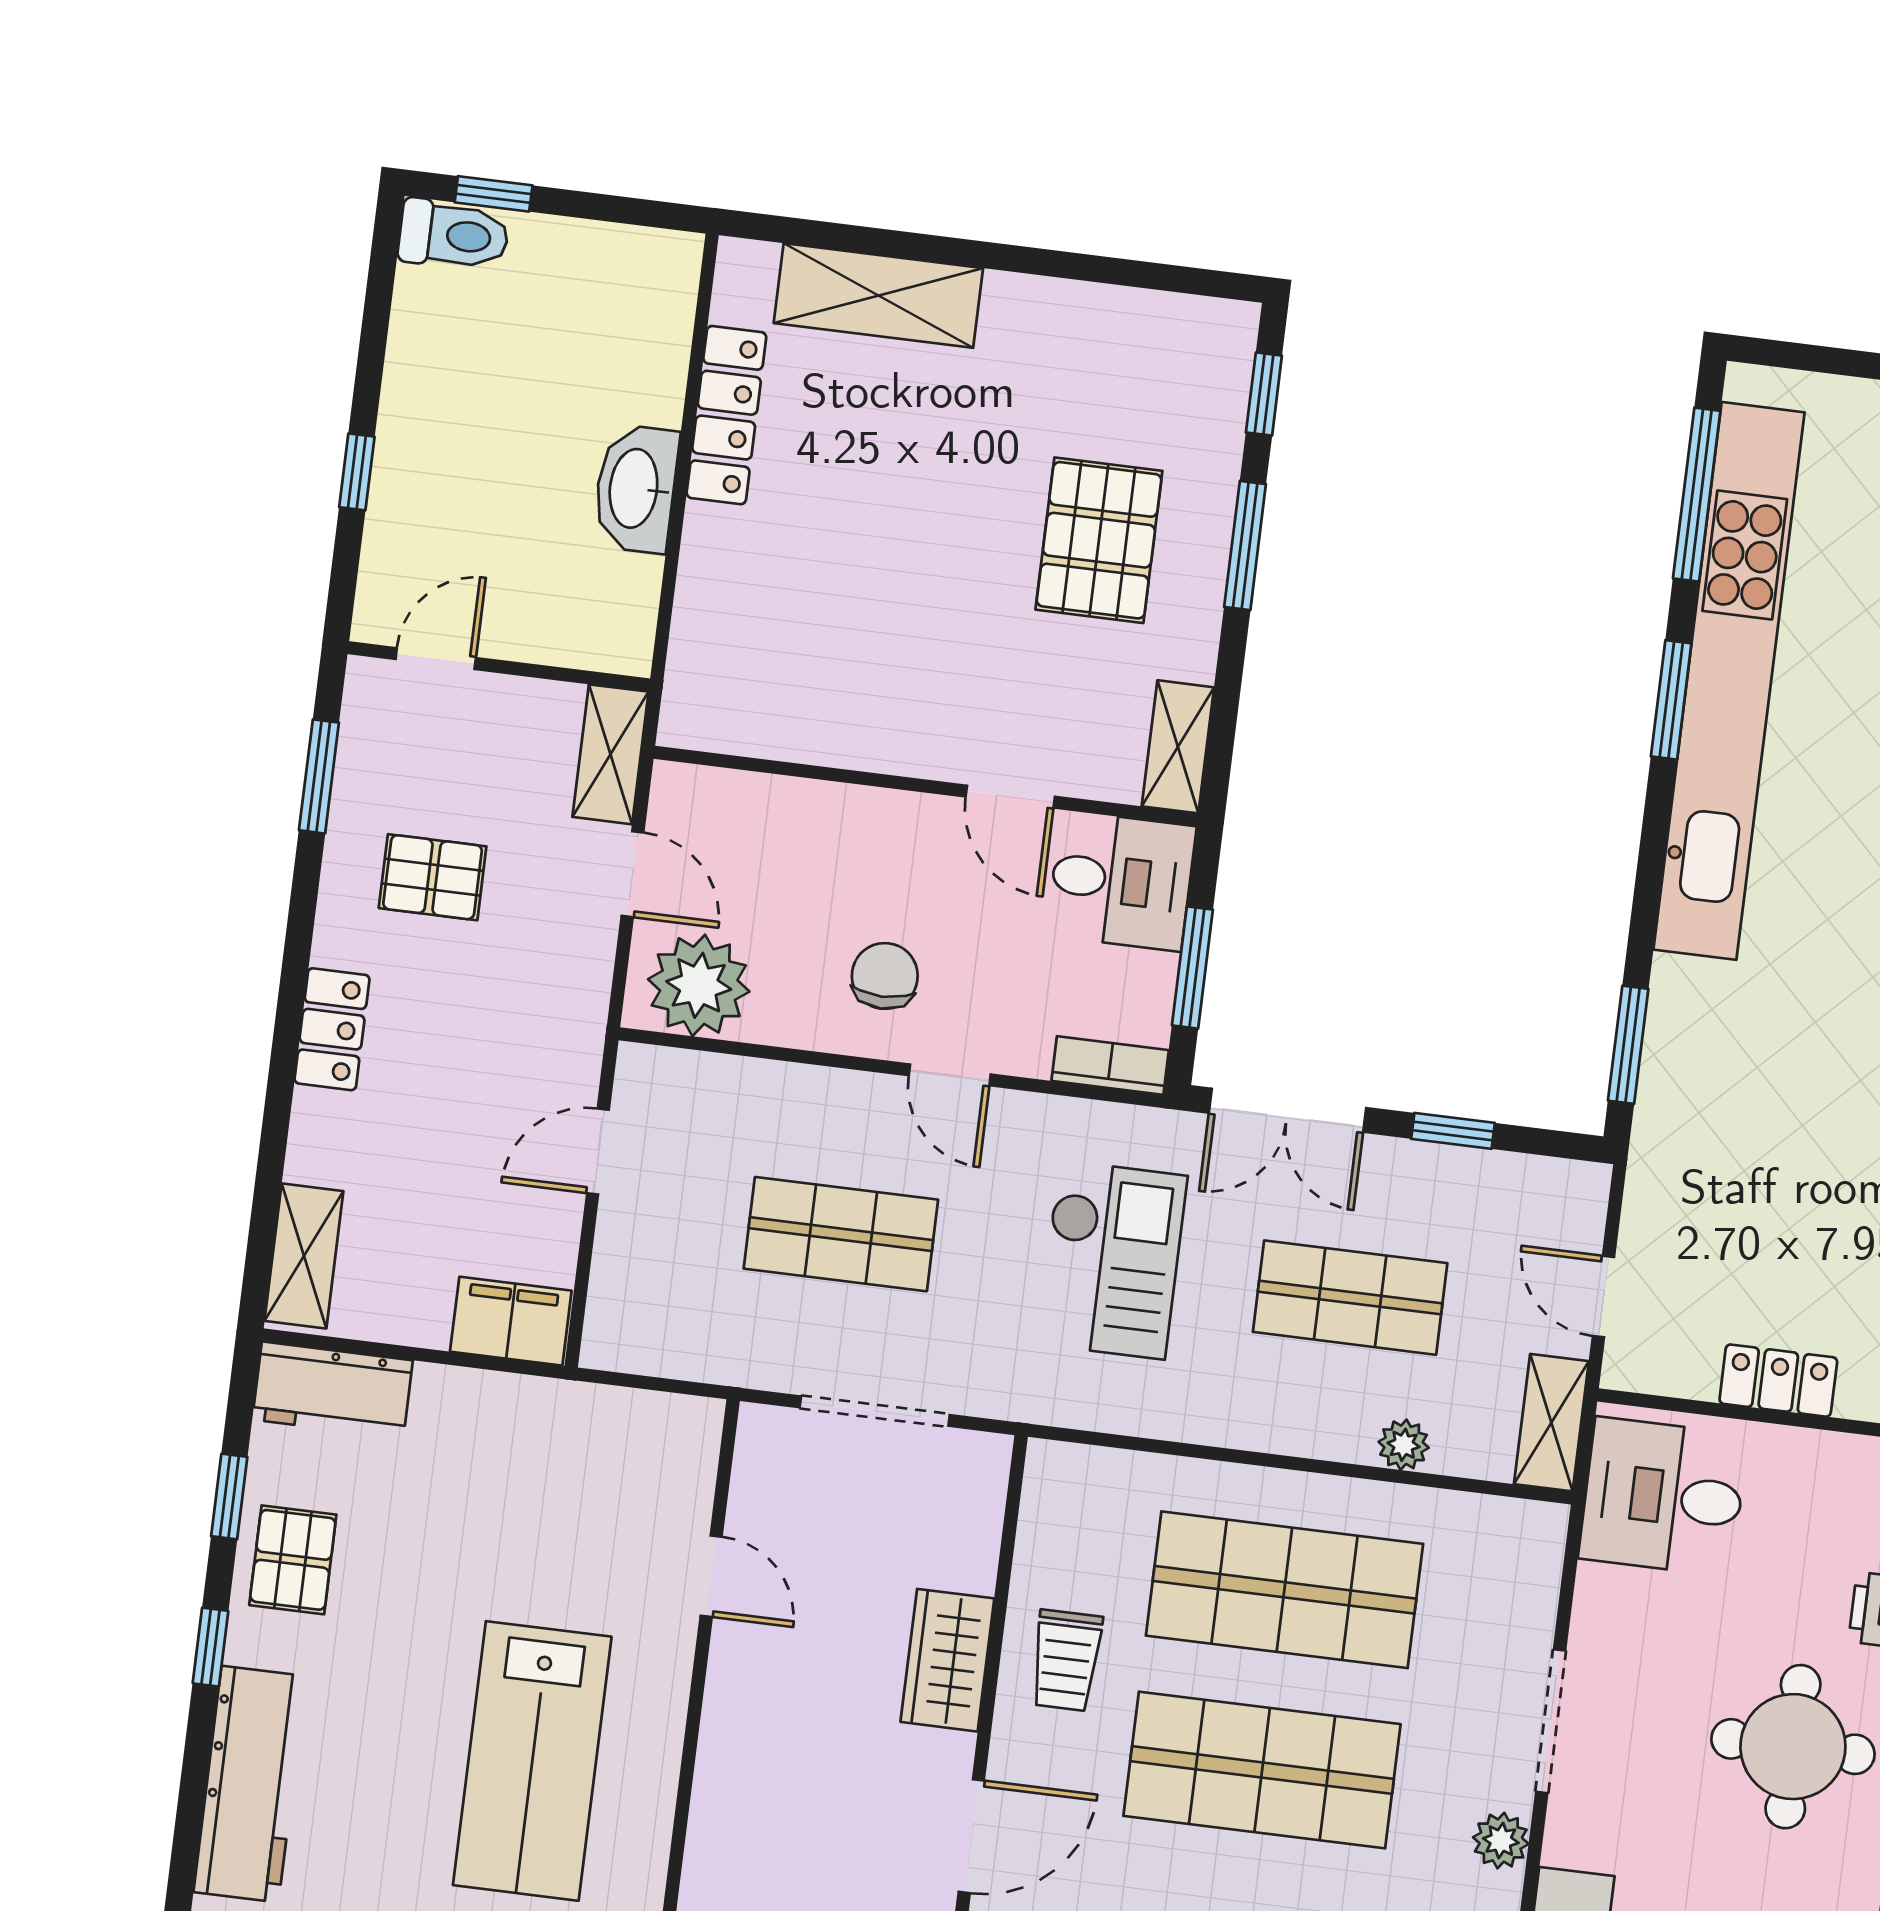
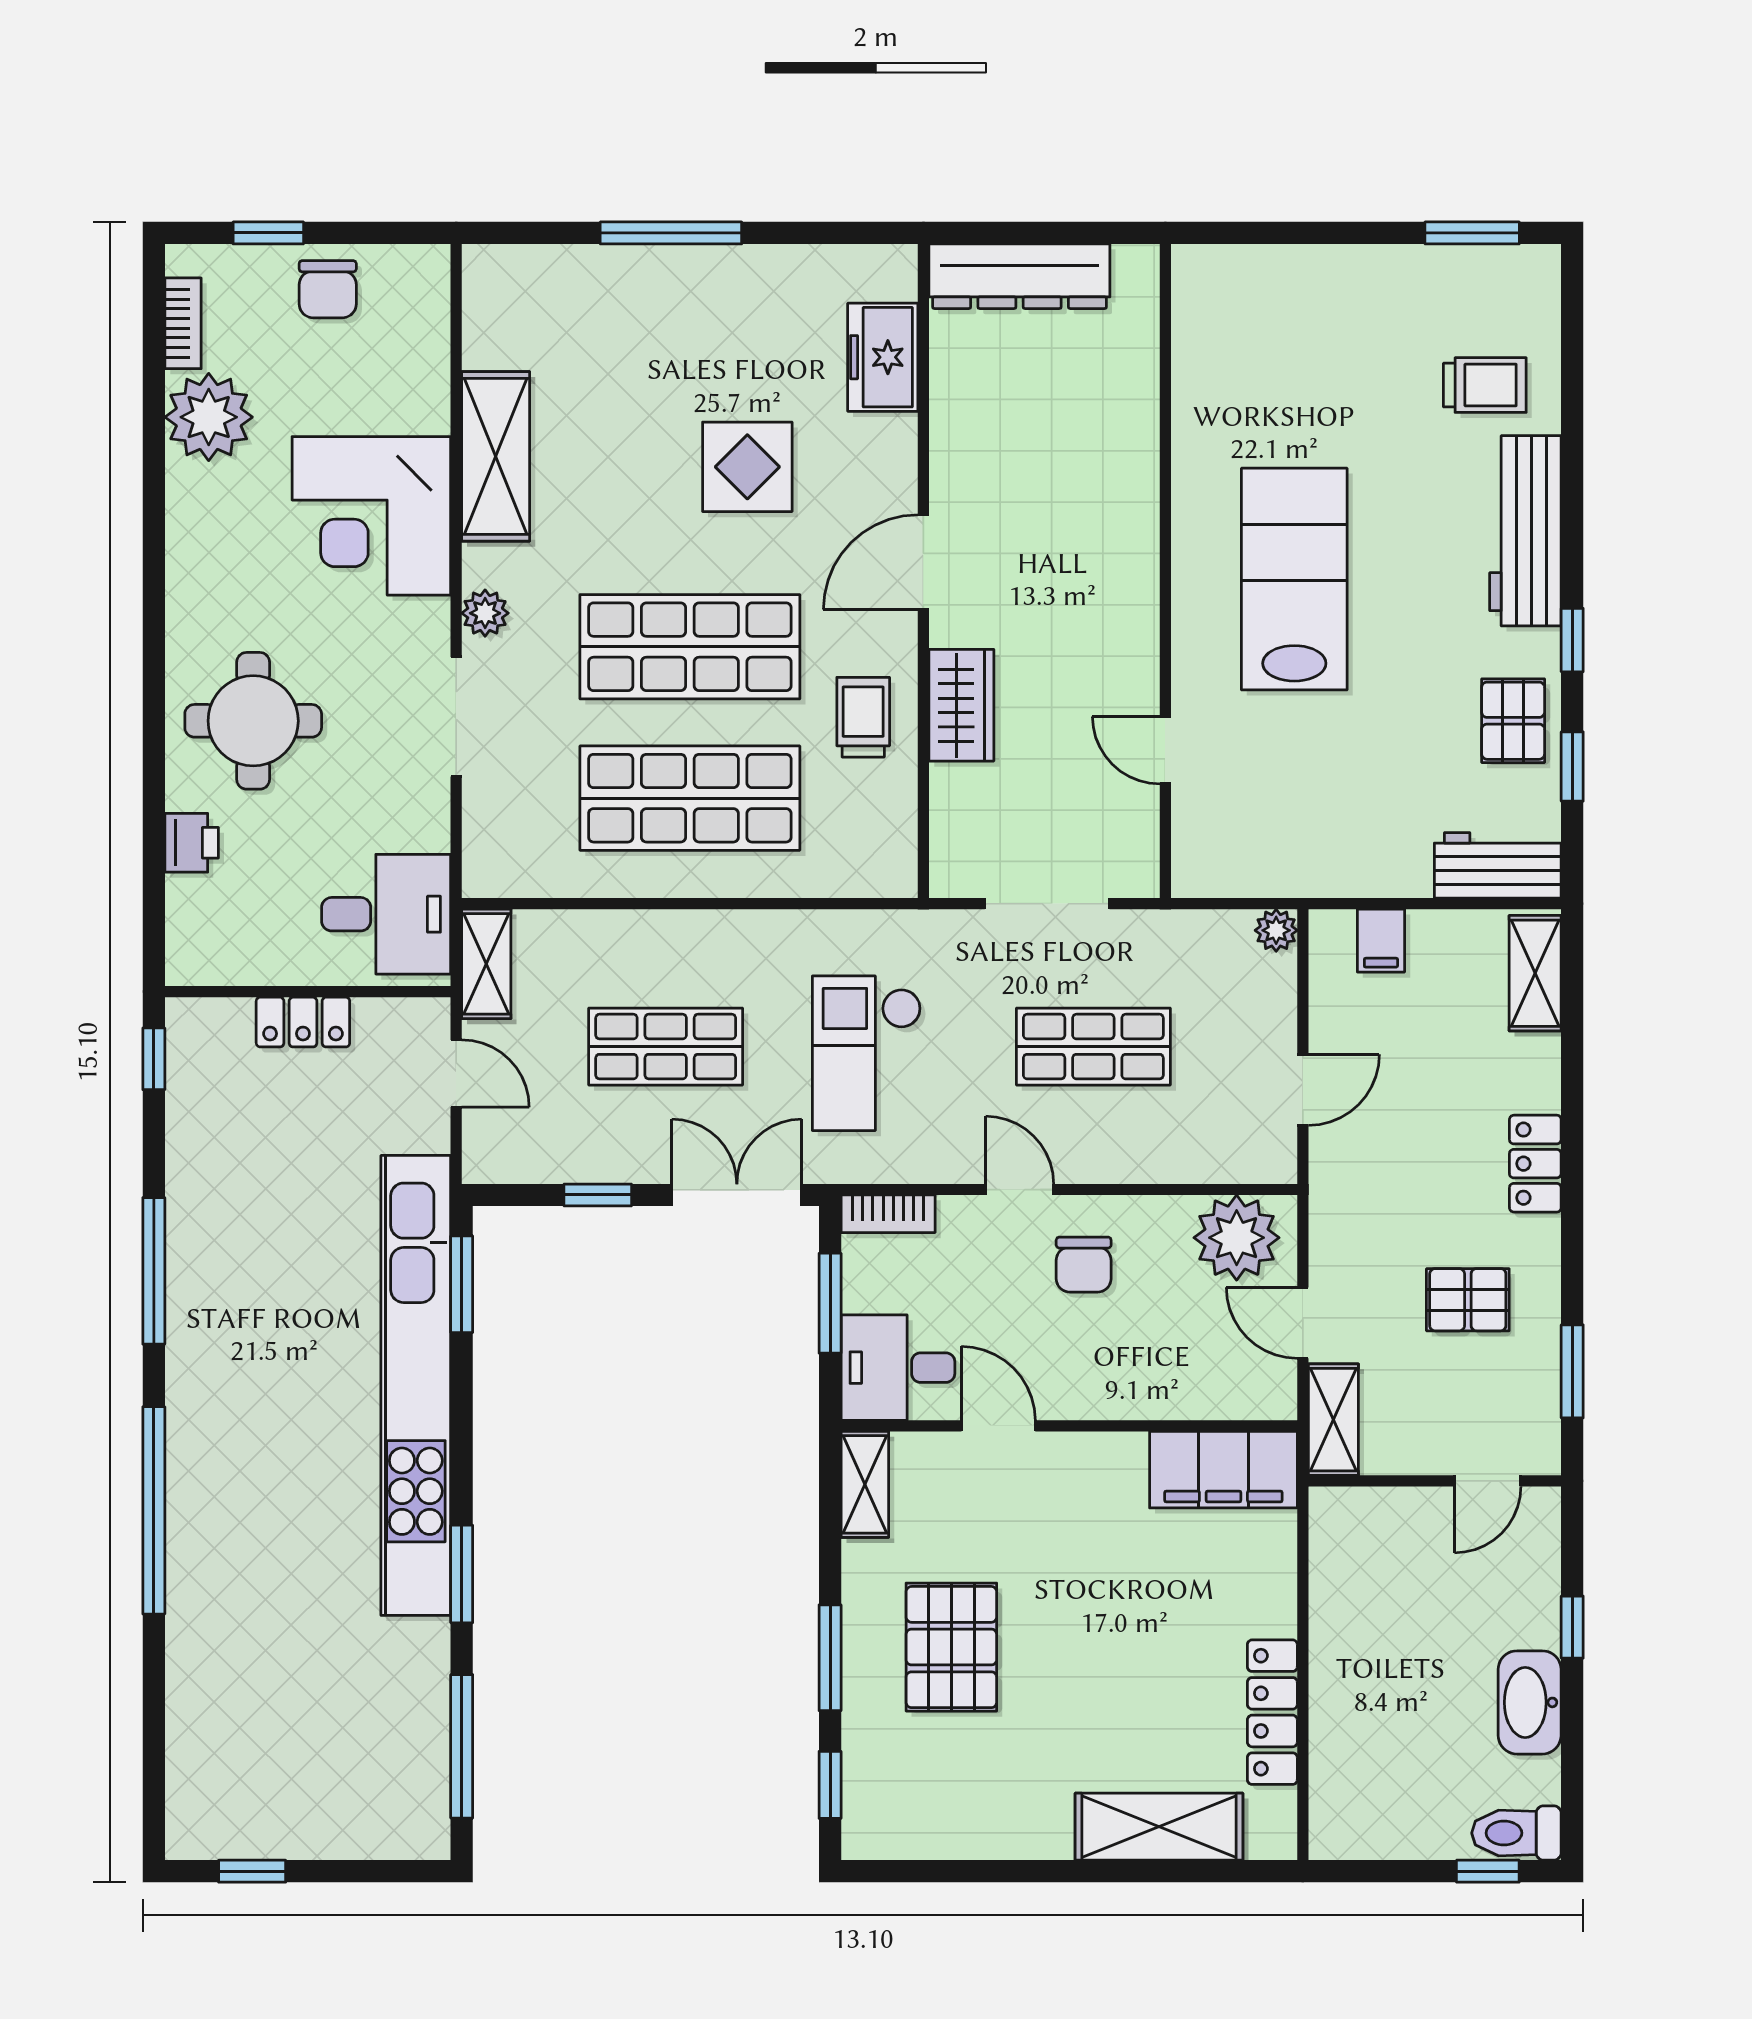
washbasin: (636, 489) -> (1530, 1702), moved, turned 180
kitchen unit: (1729, 681) -> (416, 1385), moved
filing cabinet: (749, 711) -> (1223, 1470), added
filing cabinet: (511, 1321) -> (1381, 941), width x0.50
plant: (1404, 1445) -> (1276, 930), moved

